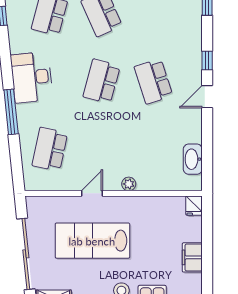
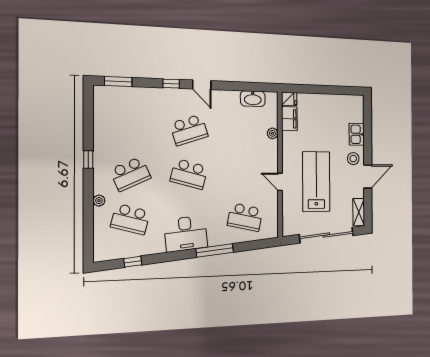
plant: (129, 184) -> (272, 133), moved
lab bench: (92, 241) -> (316, 182), turned 180
filing cabinet: (192, 257) -> (289, 119), moved, turned -90

